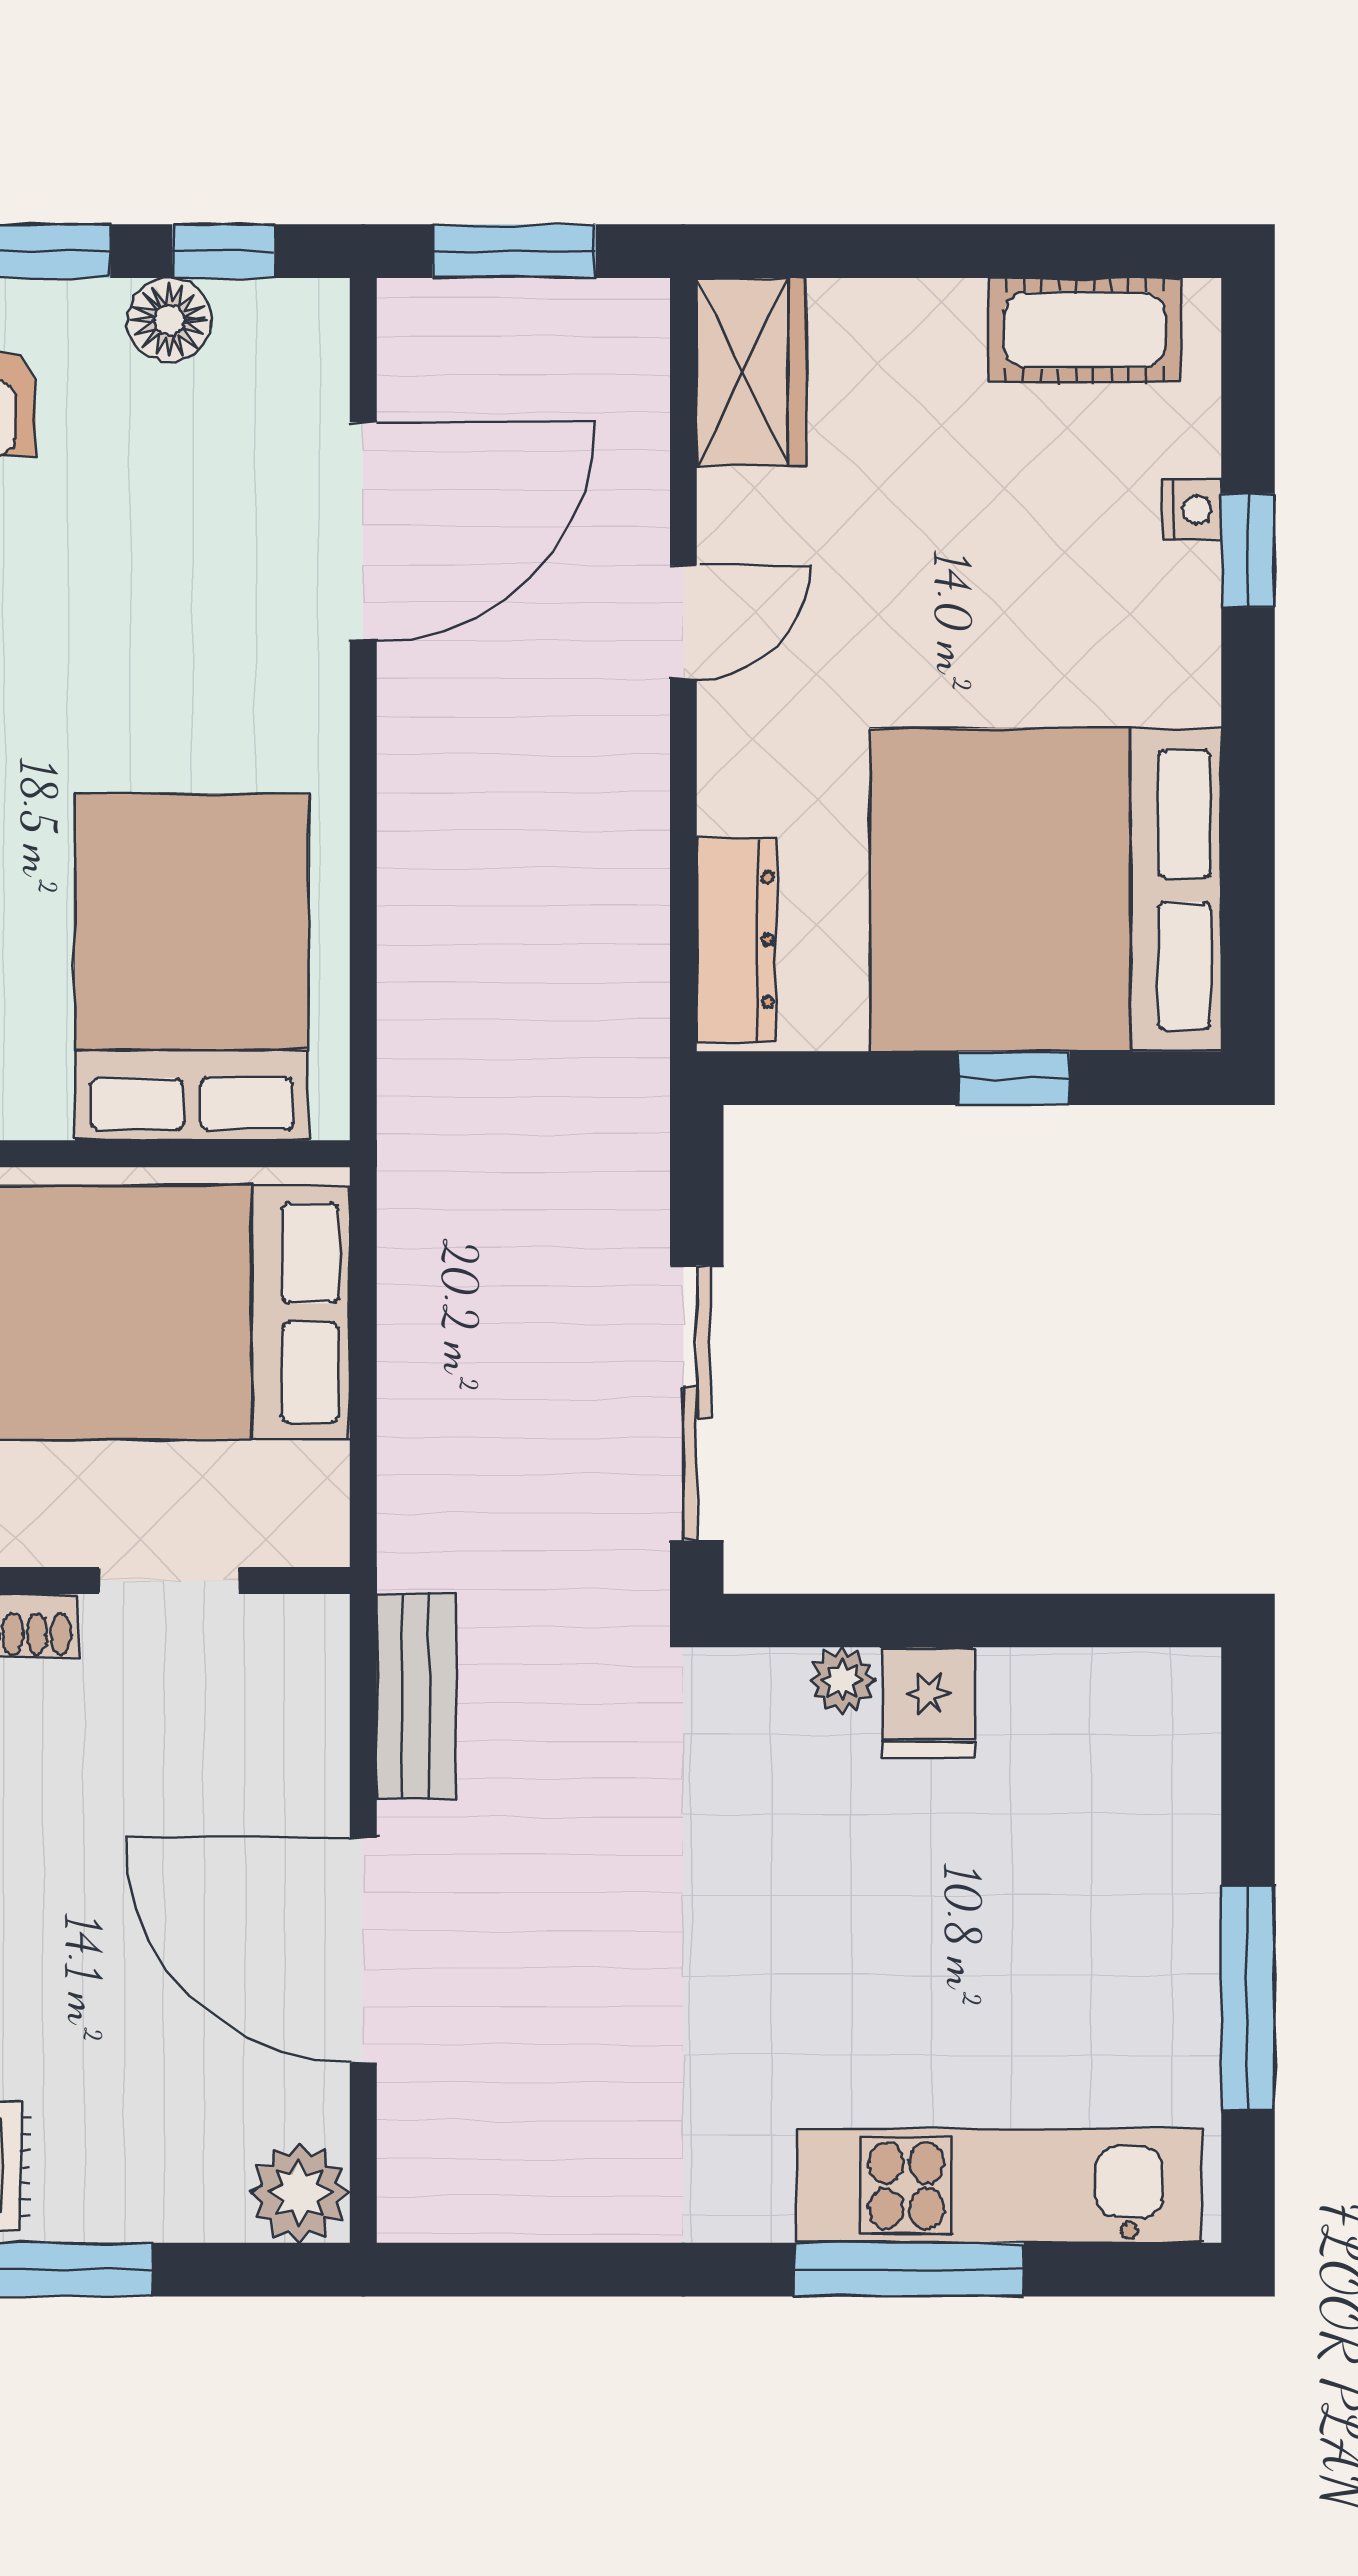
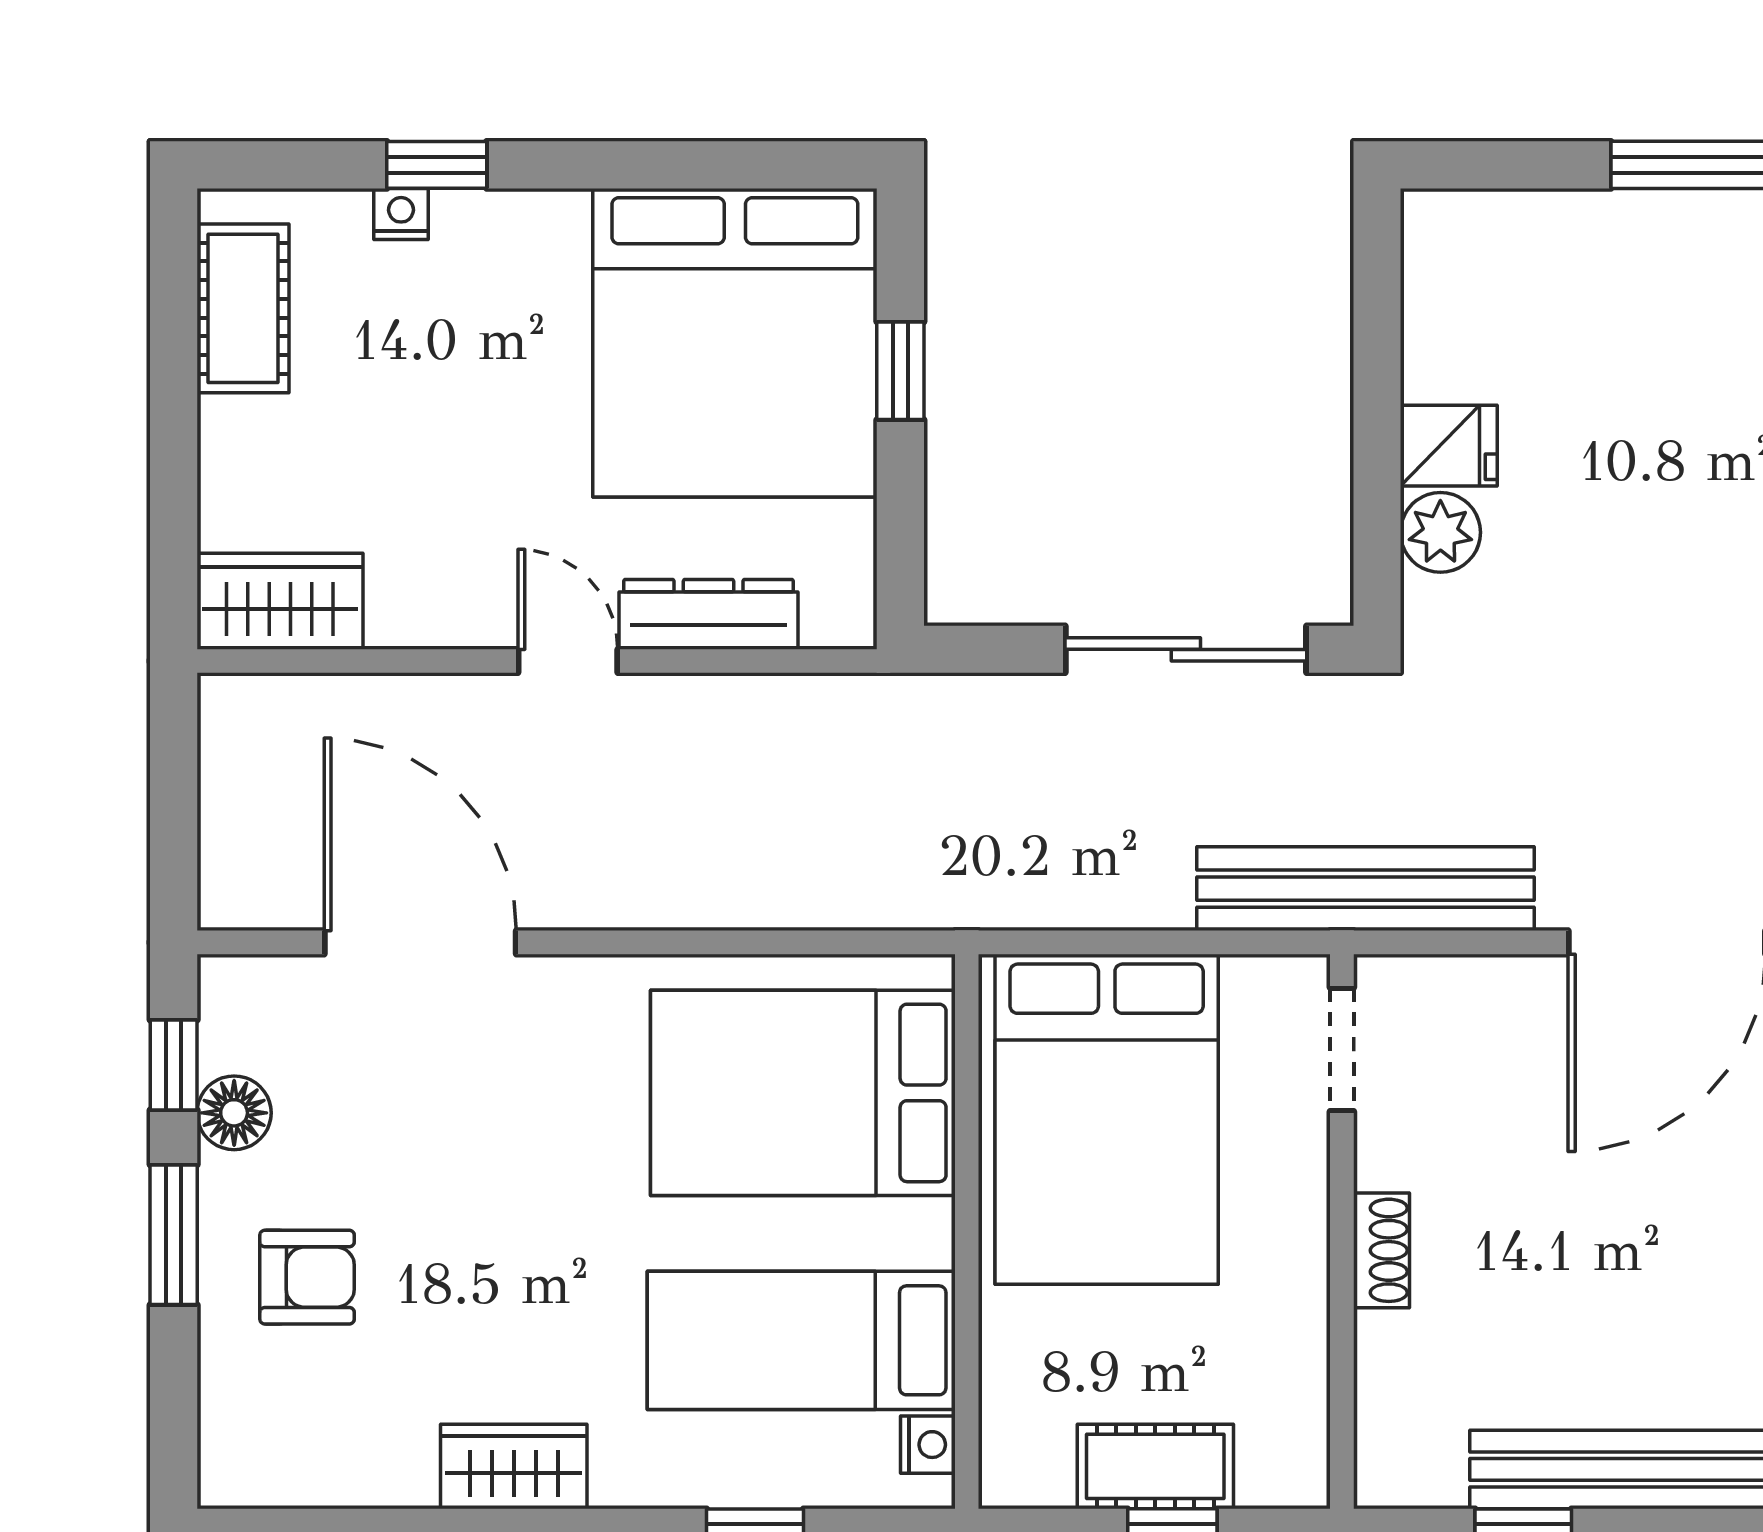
window: (514, 251) -> (174, 810), removed
door: (683, 622) -> (568, 661), moved
dresser: (737, 940) -> (708, 614), moved
doorway: (169, 1580) -> (1342, 1049), moved
plant: (842, 1680) -> (1440, 532), width x1.38, depth x1.38
bench: (416, 1696) -> (1366, 889), width x1.86, depth x1.21

